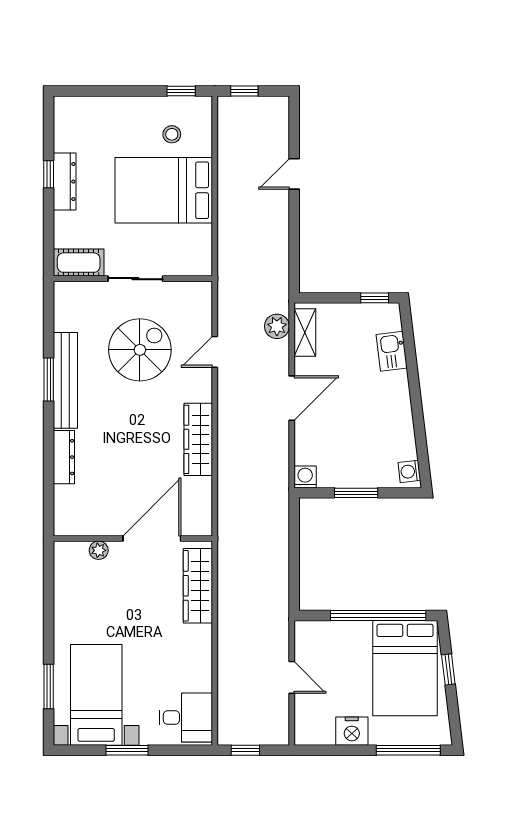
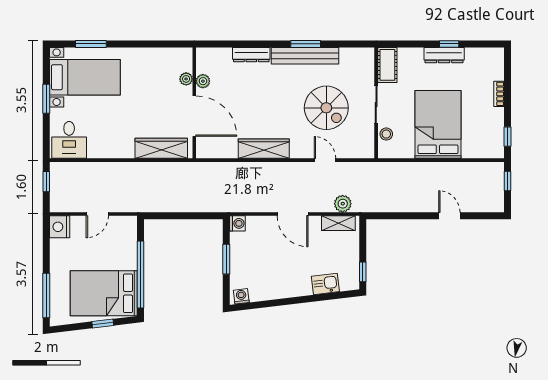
bookcase: (120, 103) -> (499, 94), added
stool: (172, 134) -> (386, 134), moved
plant: (102, 526) -> (203, 81), added
nightstand: (352, 731) -> (60, 227), moved

